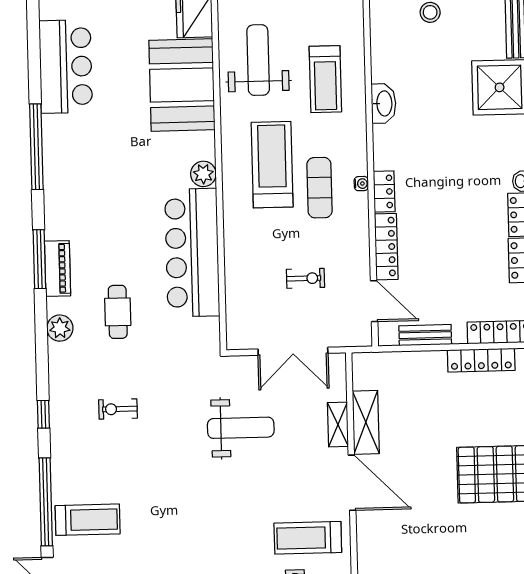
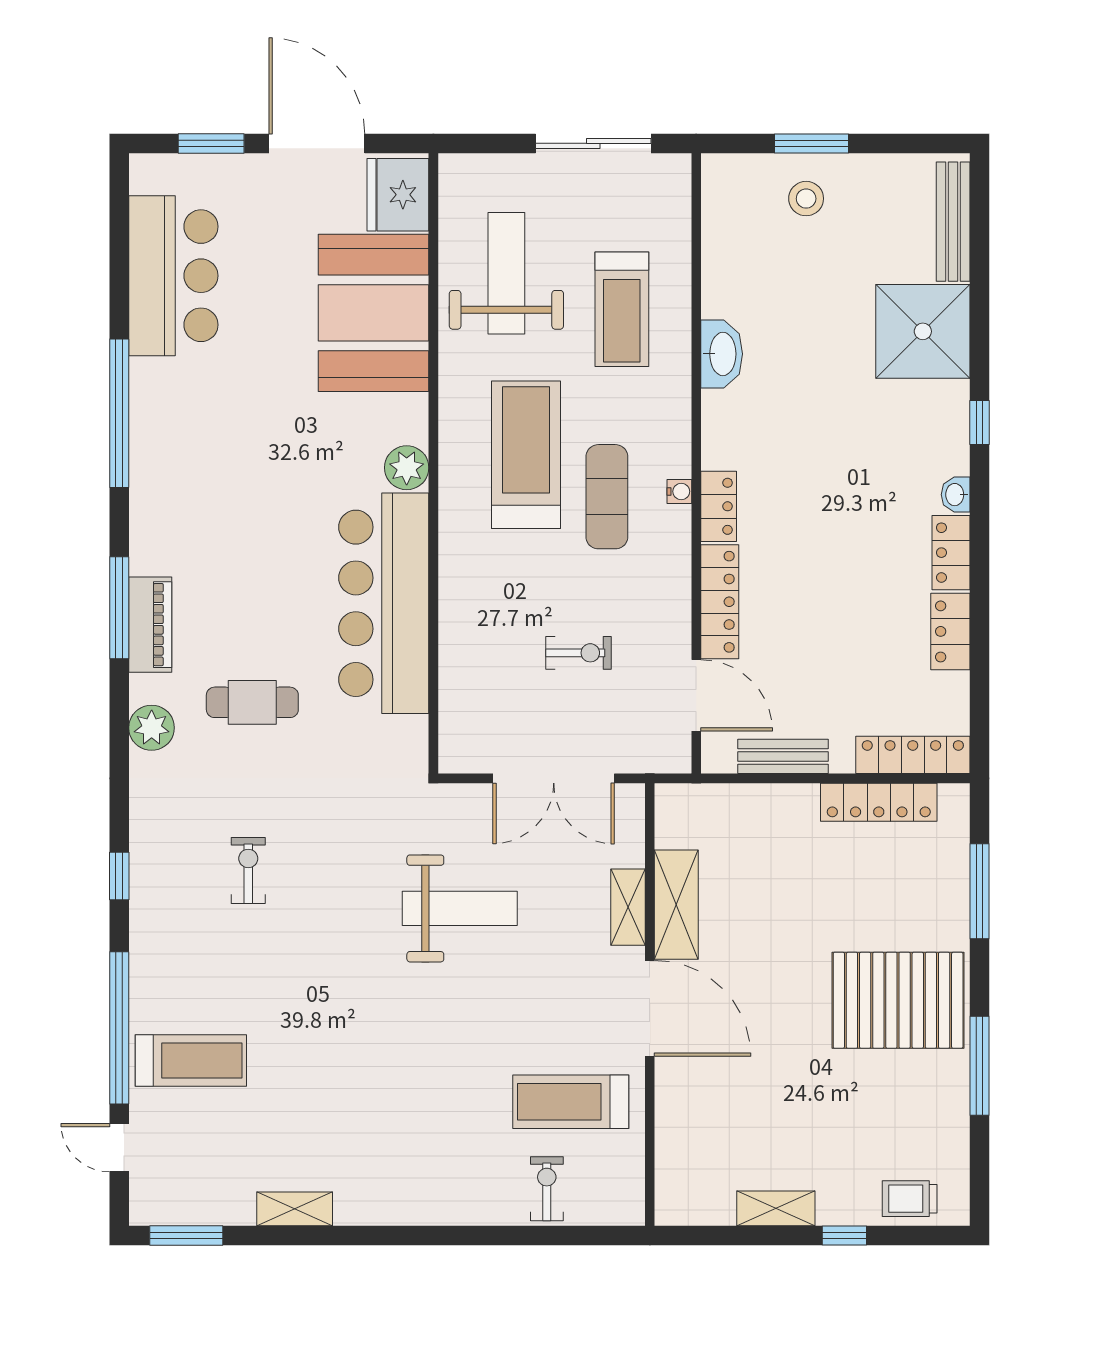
cafe table: (118, 312) -> (252, 702), turned 90
exercise bike: (118, 409) -> (248, 870), turned 90

